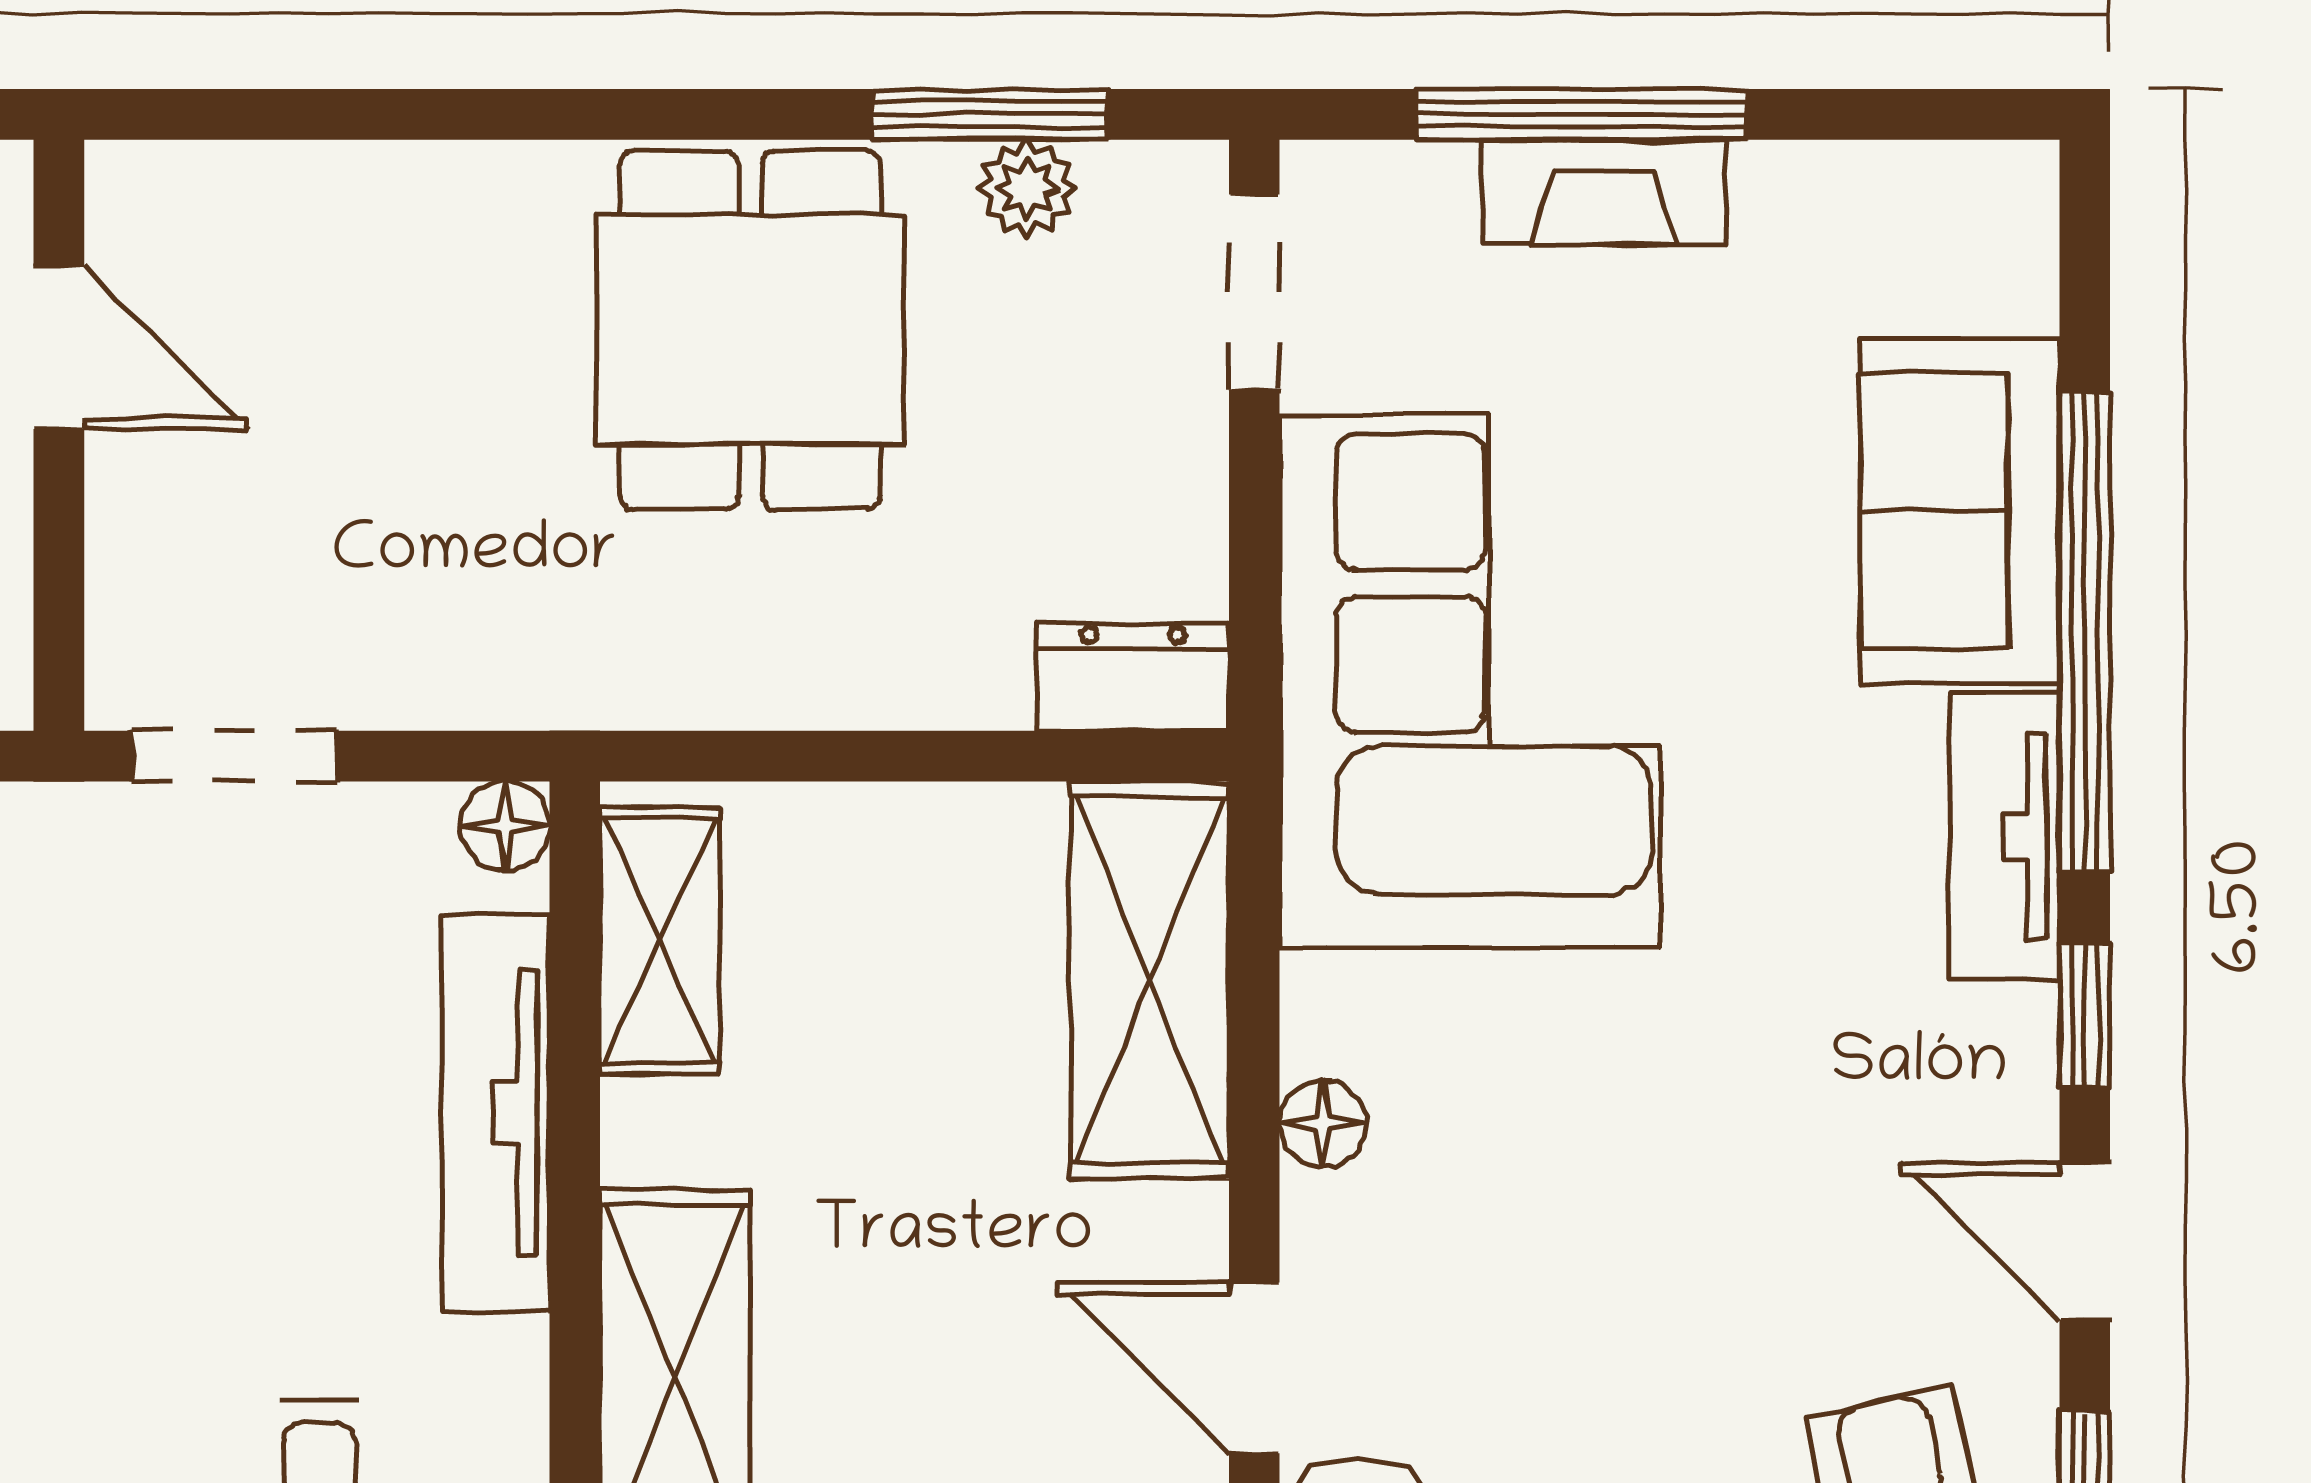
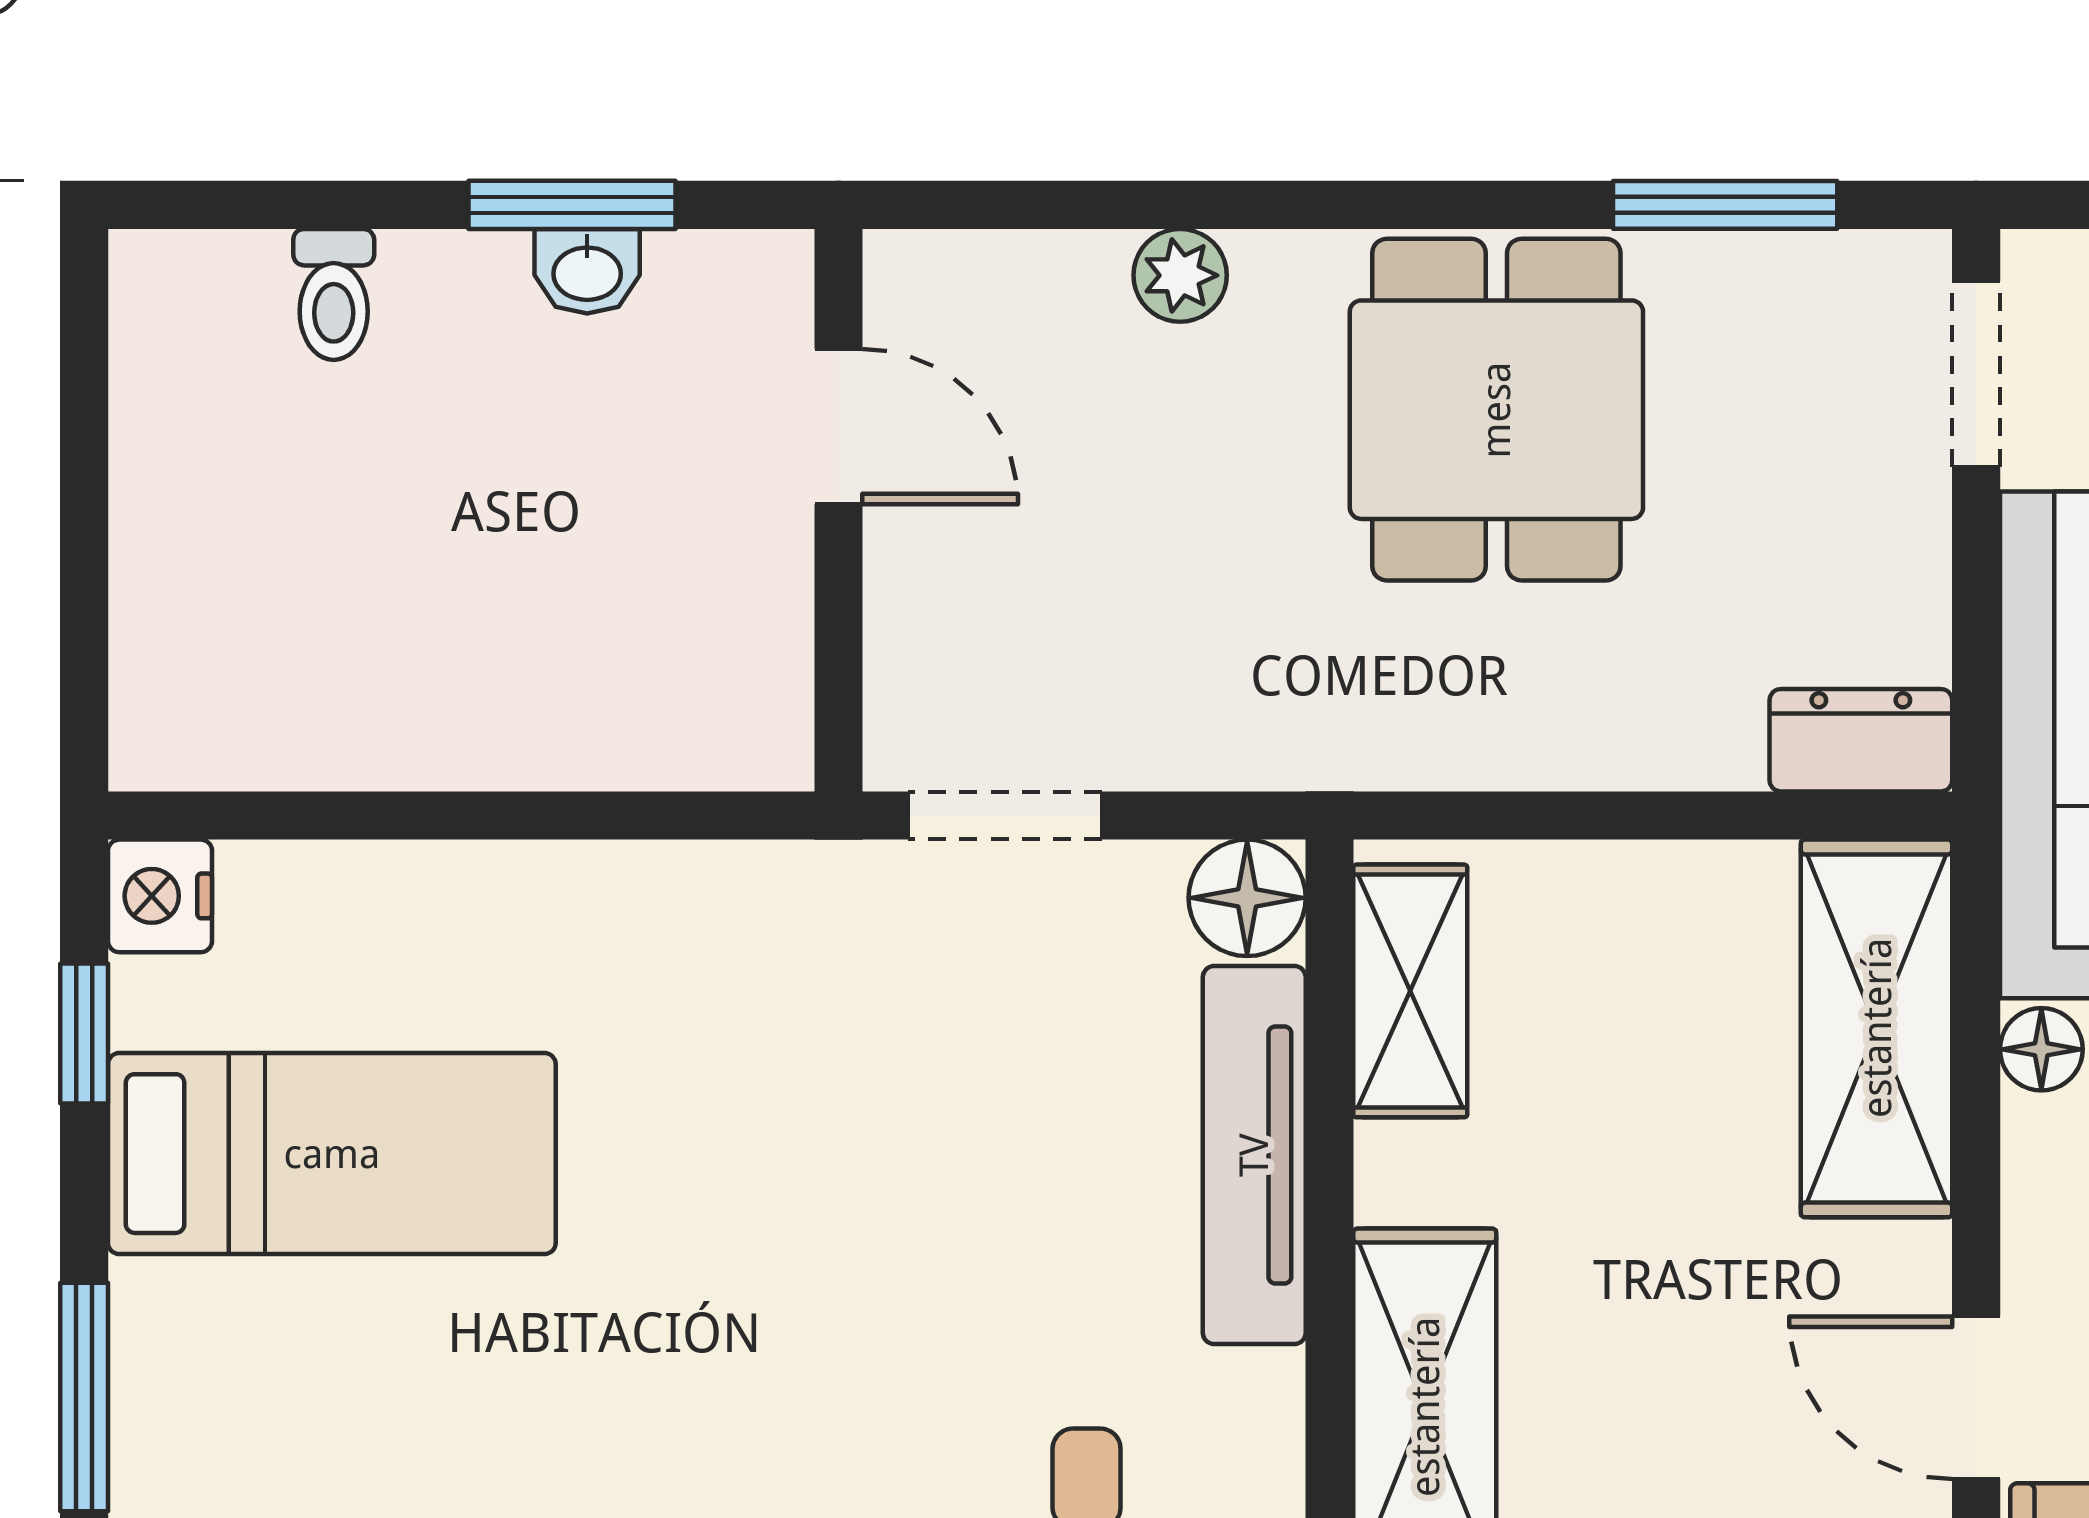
plant: (1028, 188) -> (1180, 275), moved
floor lamp: (505, 826) -> (1247, 898), width x1.37, depth x1.37
floor lamp: (1323, 1123) -> (2041, 1049), moved

